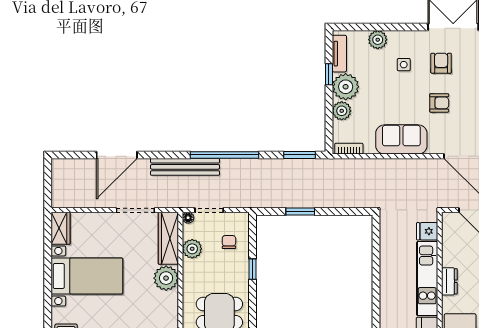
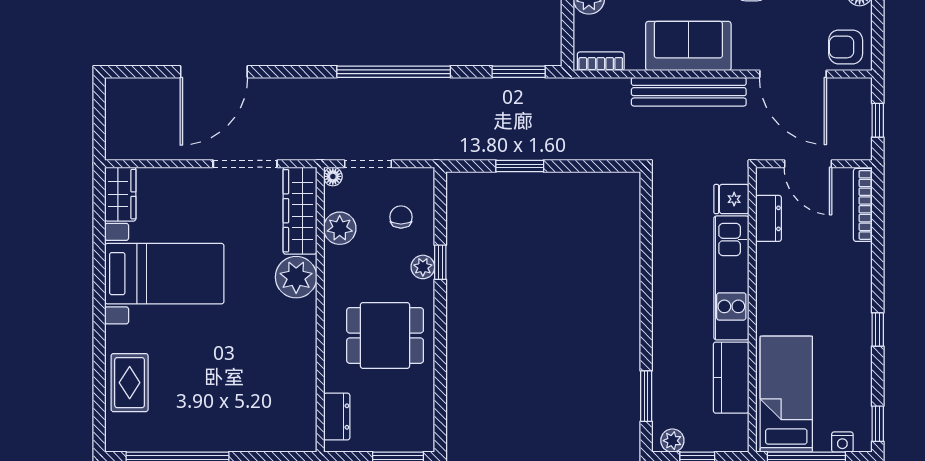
bench: (185, 167) -> (689, 92), moved
plant: (242, 272) -> (423, 267), added
dresser: (449, 281) -> (768, 218), moved

